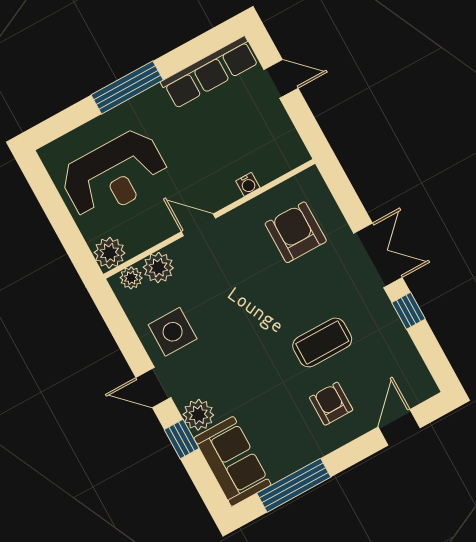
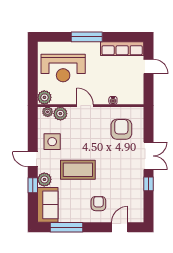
coffee table: (322, 342) -> (78, 170), moved, width x1.36, depth x1.32

